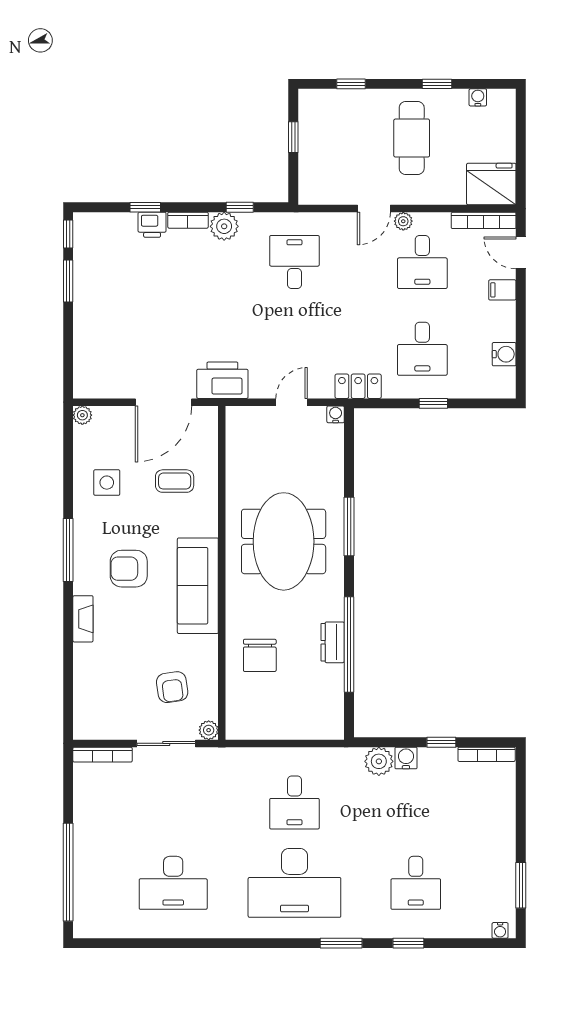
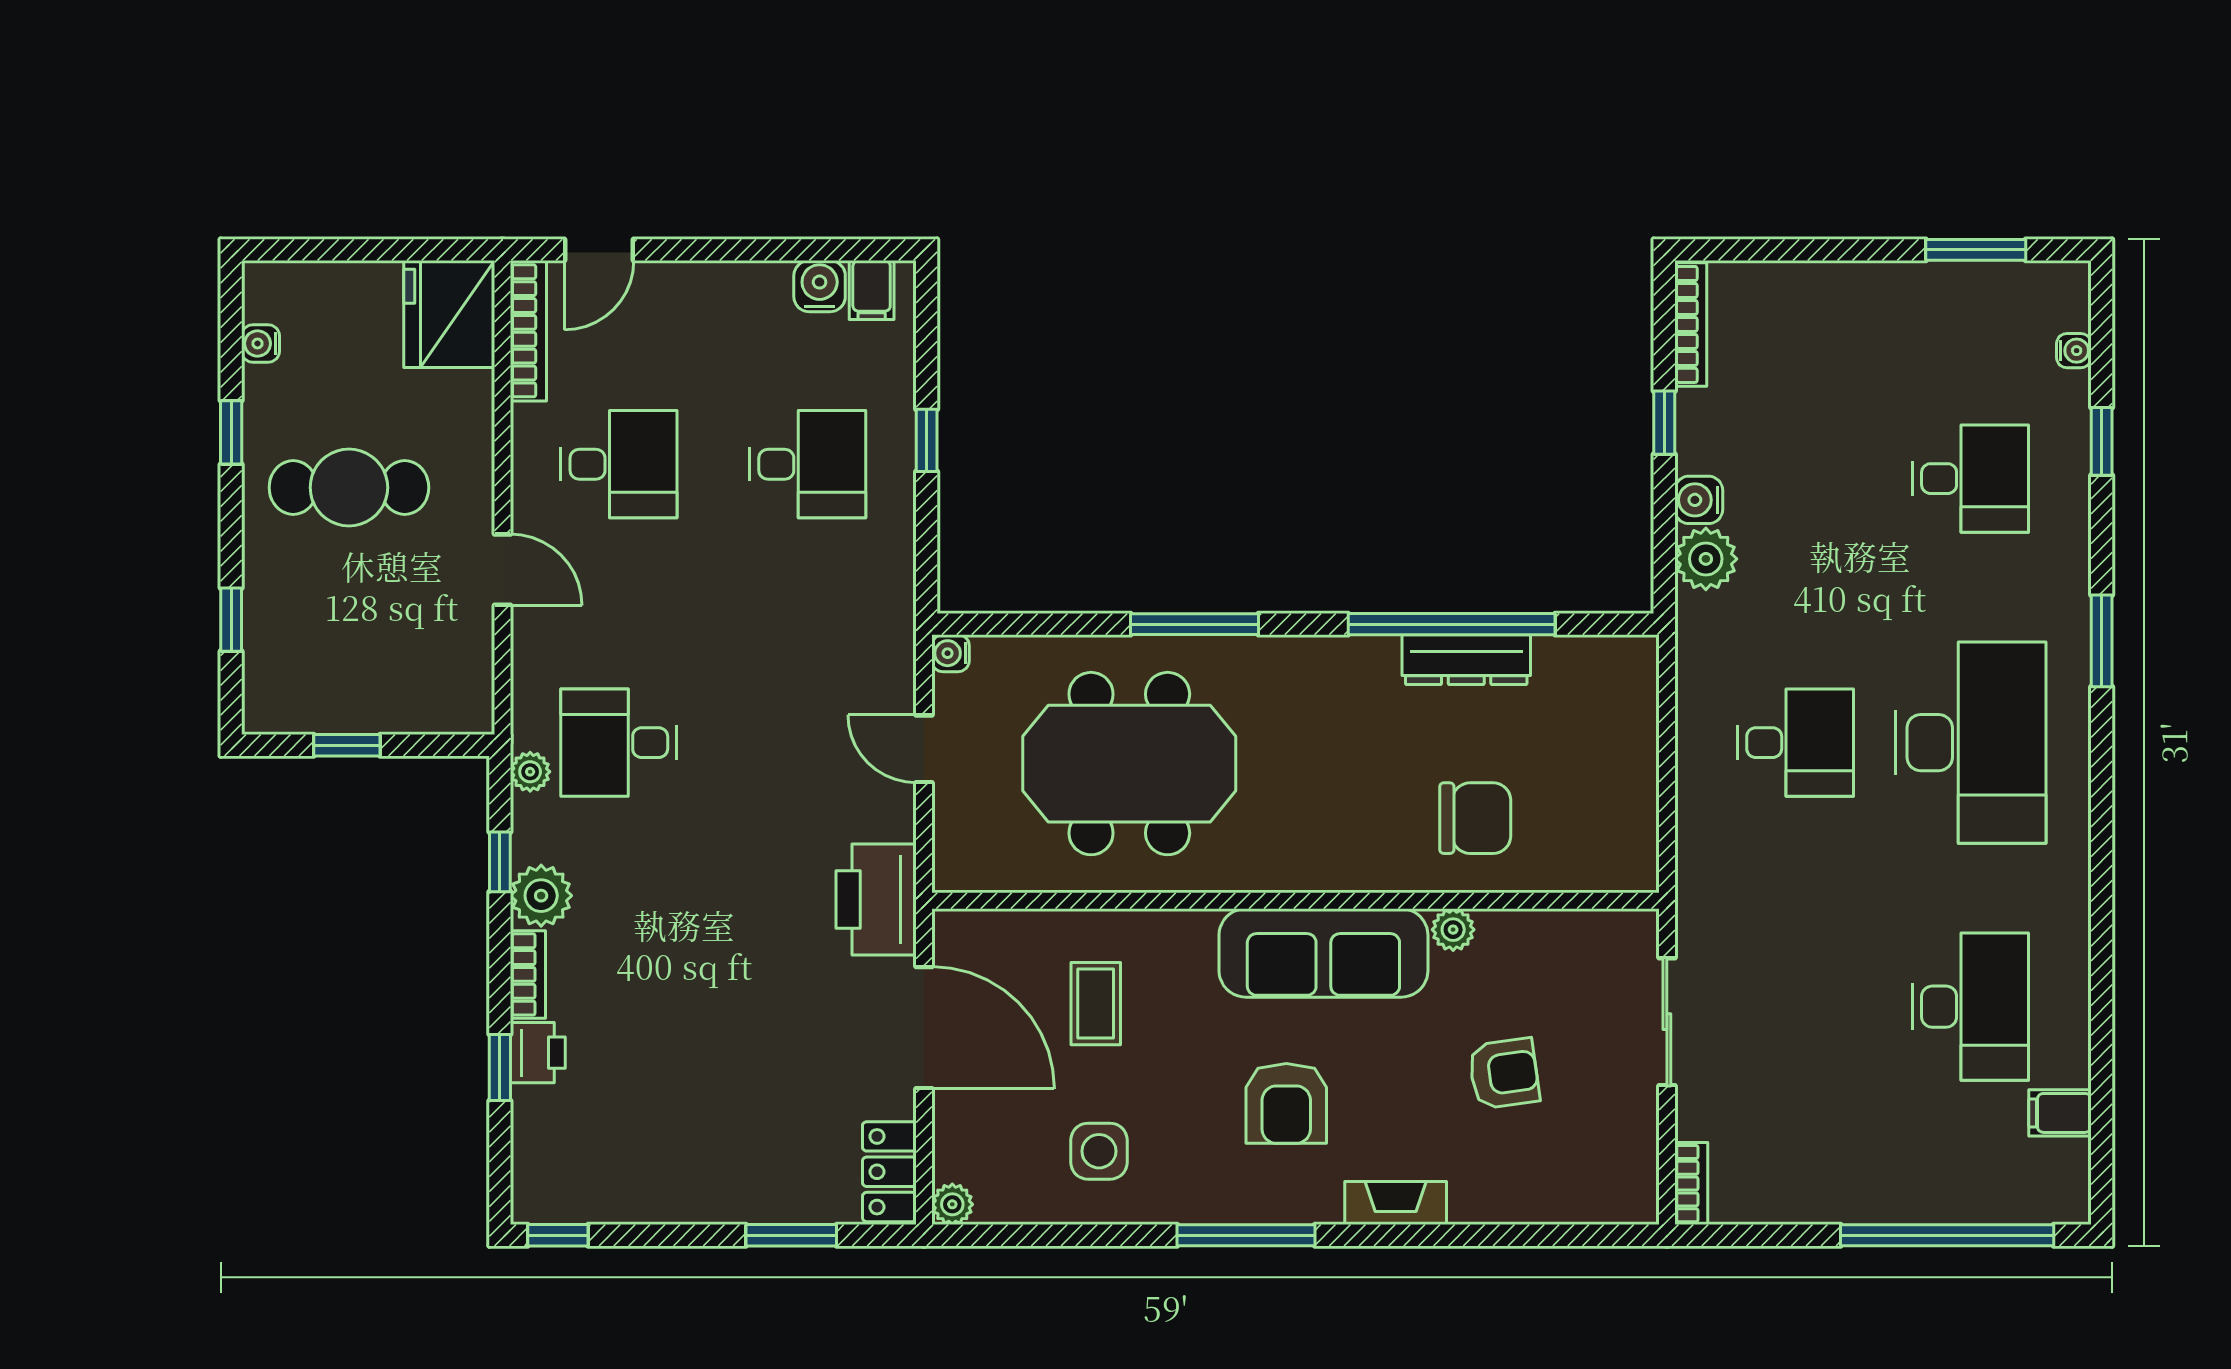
plant: (403, 221) -> (530, 772), moved
window: (68, 281) -> (791, 1235), moved
filing cabinet: (502, 290) -> (872, 290), moved
locker: (358, 386) -> (889, 1172), moved
meeting table: (284, 541) -> (1129, 764), moved
dresser: (333, 642) -> (1466, 660), width x1.44
armchair: (172, 687) -> (1504, 1073), moved
plant: (209, 730) -> (1453, 930), moved
bookcase: (103, 755) -> (1691, 1184), width x0.64
filing cabinet: (124, 924) -> (2060, 1113), added
water cooler: (500, 930) -> (2074, 351), moved
window: (408, 943) -> (2102, 441), moved

